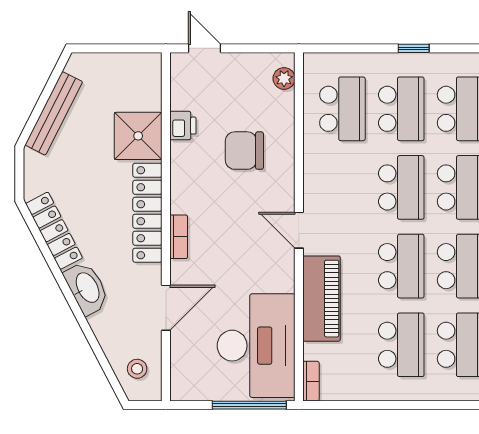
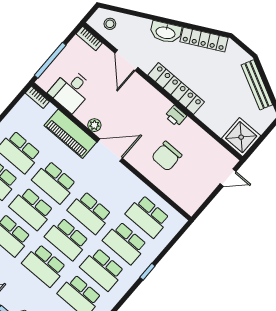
plant: (284, 78) -> (94, 125), moved
printer: (183, 126) -> (176, 116), moved
shower: (138, 136) -> (241, 137), moved
chair: (244, 151) -> (167, 156), turned 180
door: (299, 230) -> (110, 150), width x1.38
bookcase: (179, 237) -> (89, 38), moved
desk: (256, 346) -> (71, 90), width x0.53, depth x0.77

